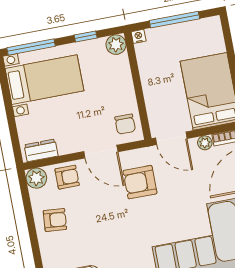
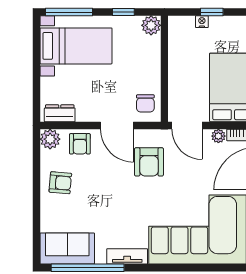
window: (174, 20) -> (212, 12), width x0.46
nightstand: (139, 36) -> (202, 22), moved
armchair: (67, 177) -> (80, 144), turned 90
armchair: (140, 182) -> (149, 162), turned -90

